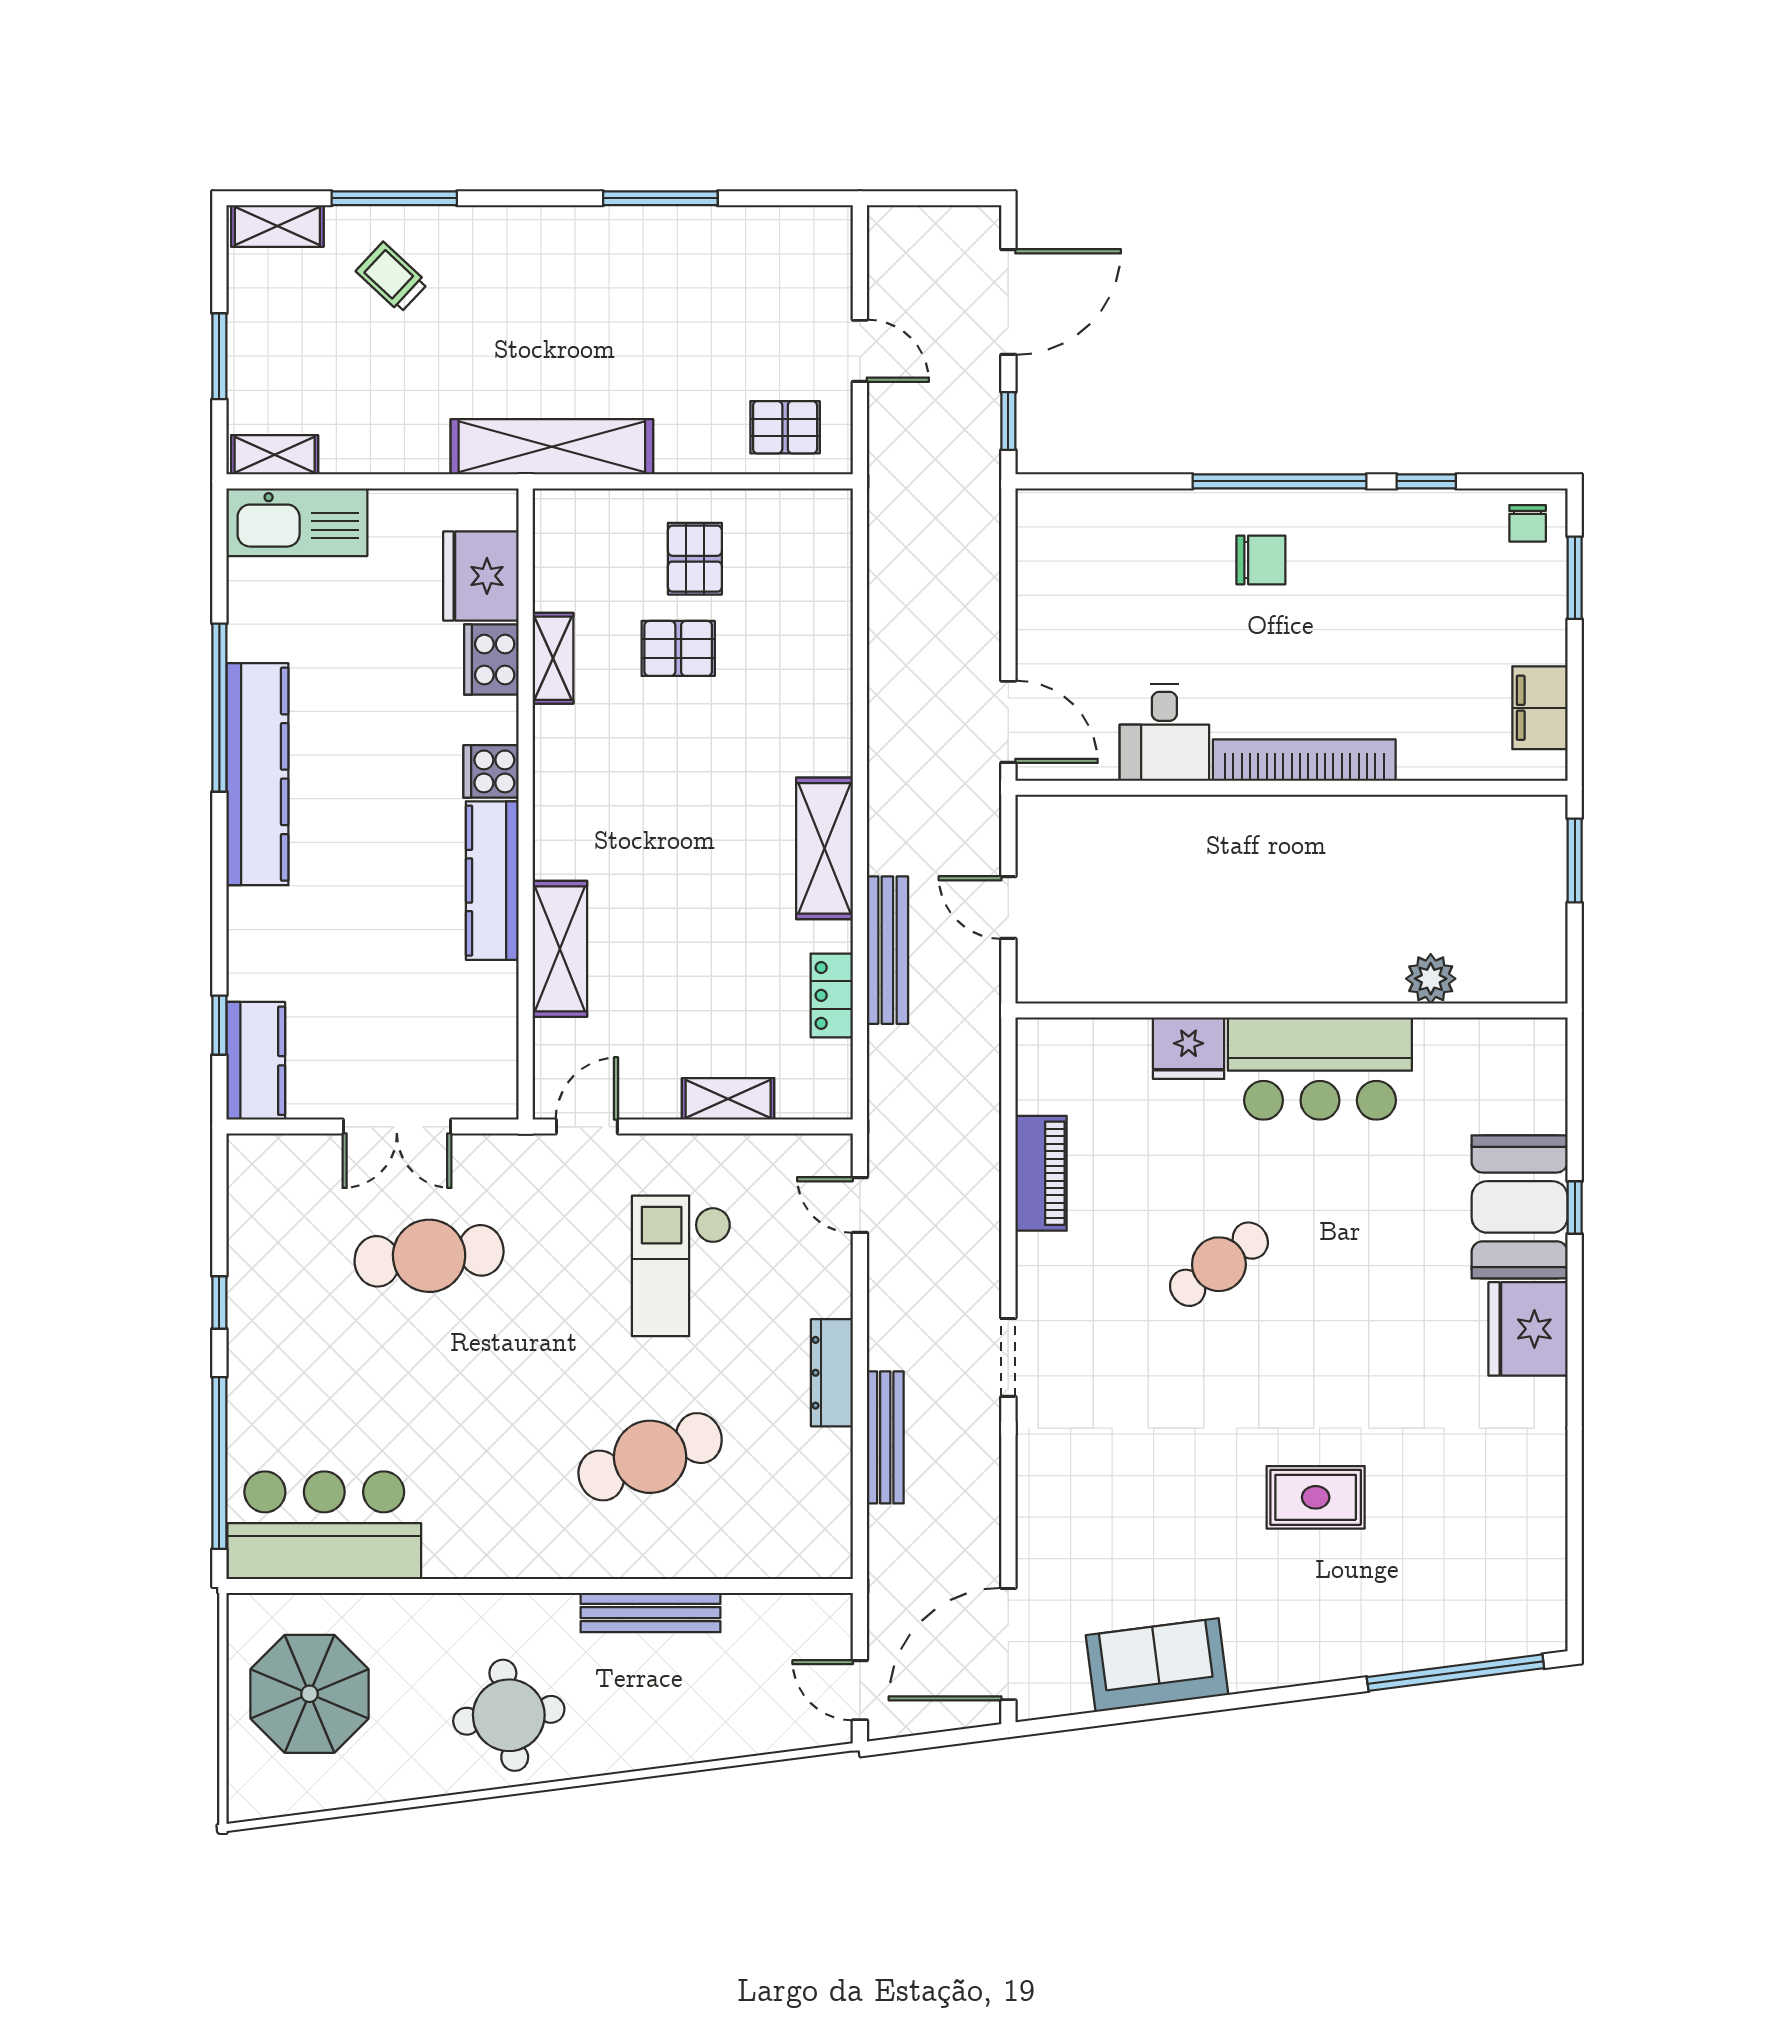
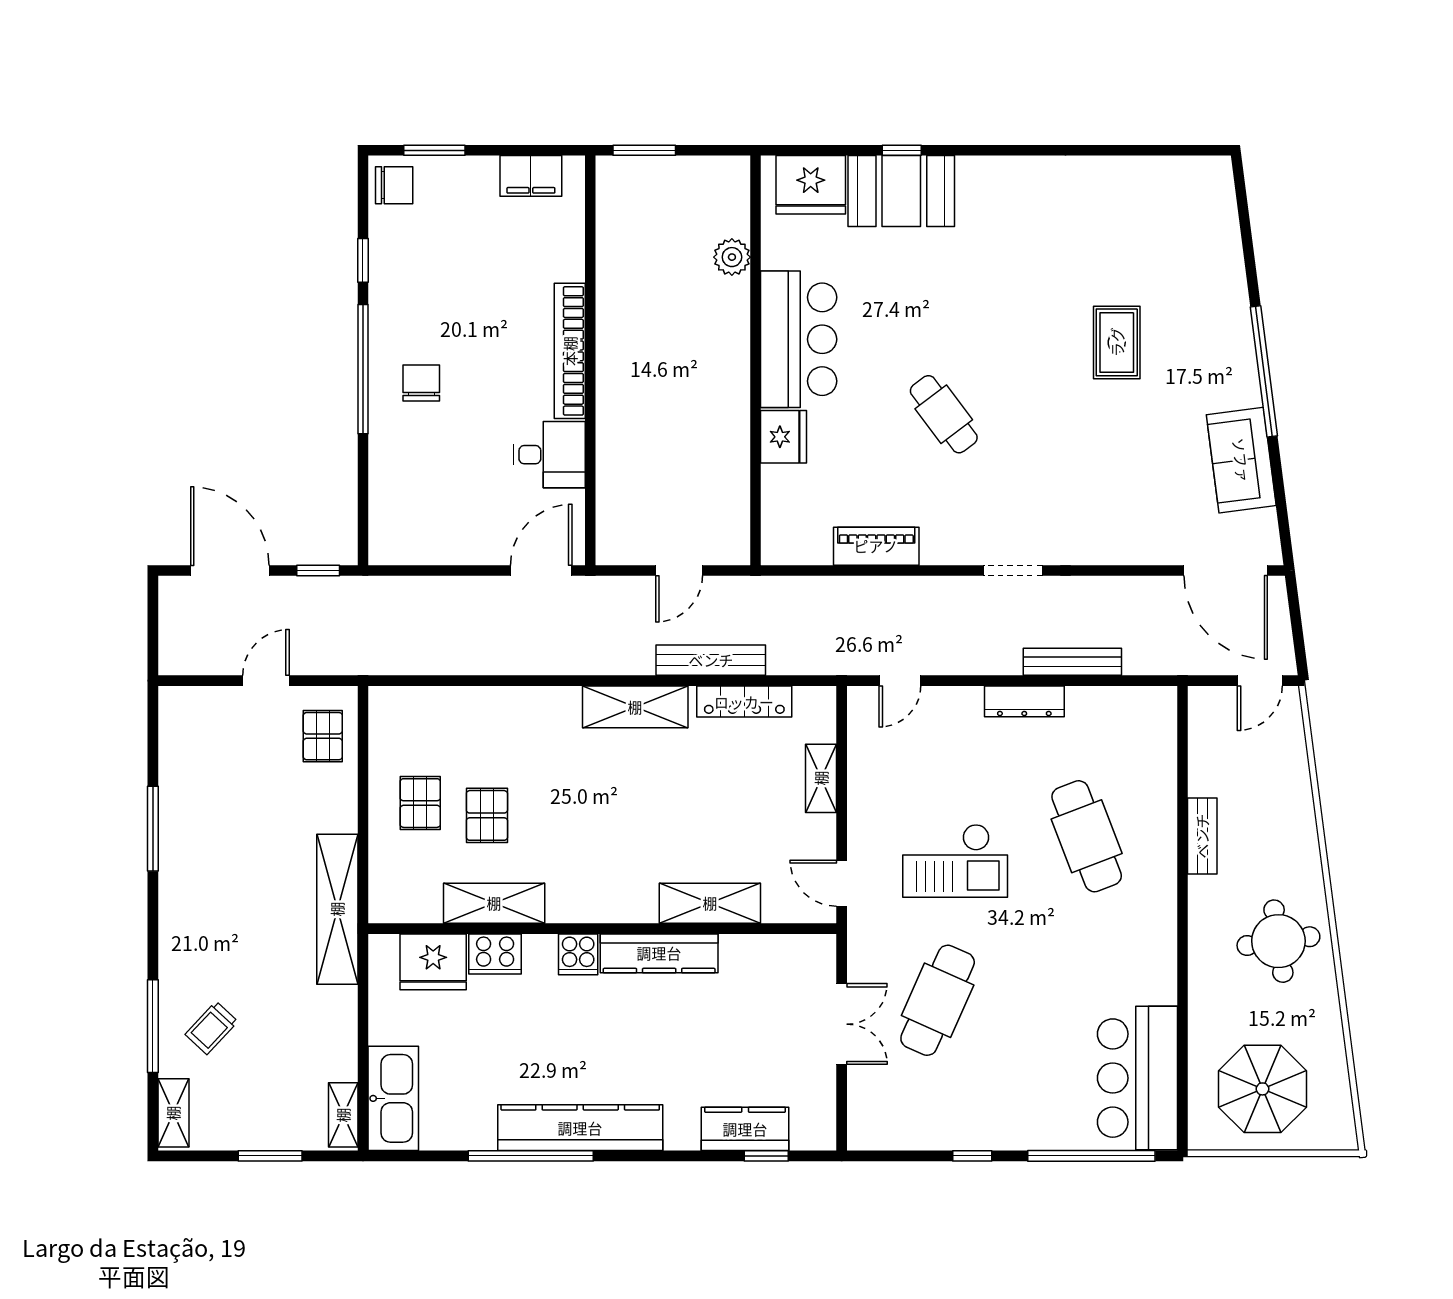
chair: (1528, 523) -> (394, 185), width x1.37, depth x1.37
pallet: (695, 559) -> (420, 803), turned 90
shelving: (553, 658) -> (494, 903), width x1.50, depth x1.33
locker: (832, 995) -> (744, 702), width x1.53
kitchen counter: (256, 1061) -> (745, 1129), moved
cafe table: (429, 1256) -> (938, 1000), turned 30
checkout: (681, 1266) -> (955, 861), moved
fridge: (1528, 1329) -> (811, 185), moved
bench: (651, 1613) -> (1202, 836), width x0.73
window: (1455, 1673) -> (1264, 371), moved

